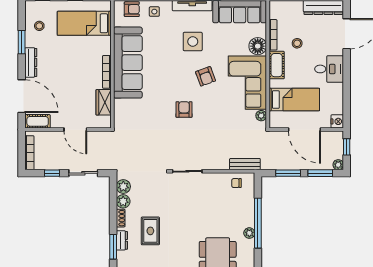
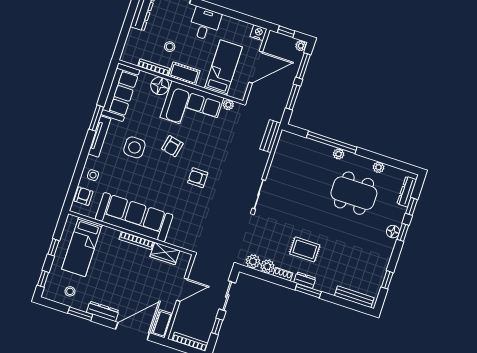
armchair: (206, 76) -> (172, 146), turned 122
chair: (236, 183) -> (286, 150), removed

